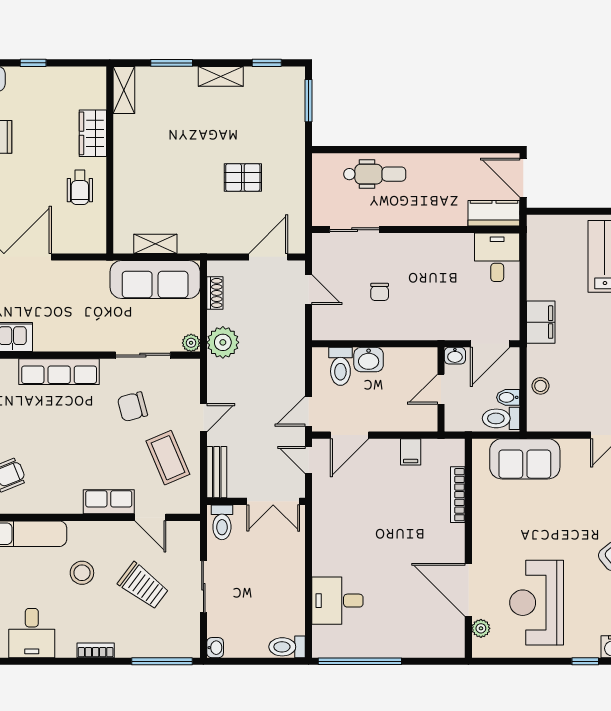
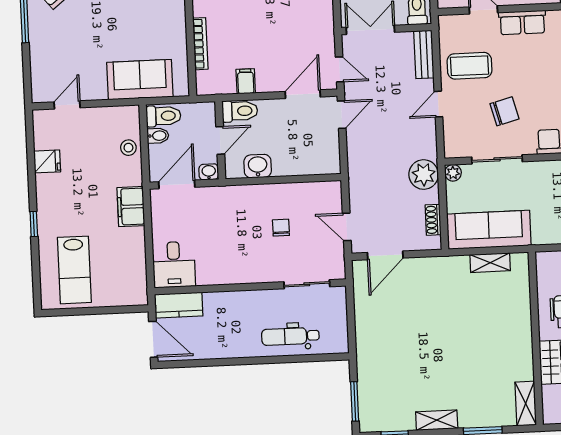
pallet: (243, 177) -> (412, 328), removed
washbasin: (369, 360) -> (258, 166), moved
toilet: (340, 366) -> (240, 111), moved, turned 90
coffee table: (168, 458) -> (469, 66), turned -67

